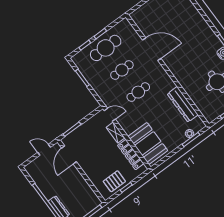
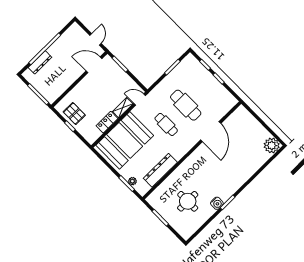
cafe table: (106, 48) -> (205, 86), removed
cafe table: (122, 70) -> (186, 105), width x1.37, depth x1.35
door: (110, 115) -> (140, 100), swing flipped
booth: (148, 143) -> (125, 140), width x1.36, depth x1.42
locker: (131, 155) -> (107, 122), width x0.66

